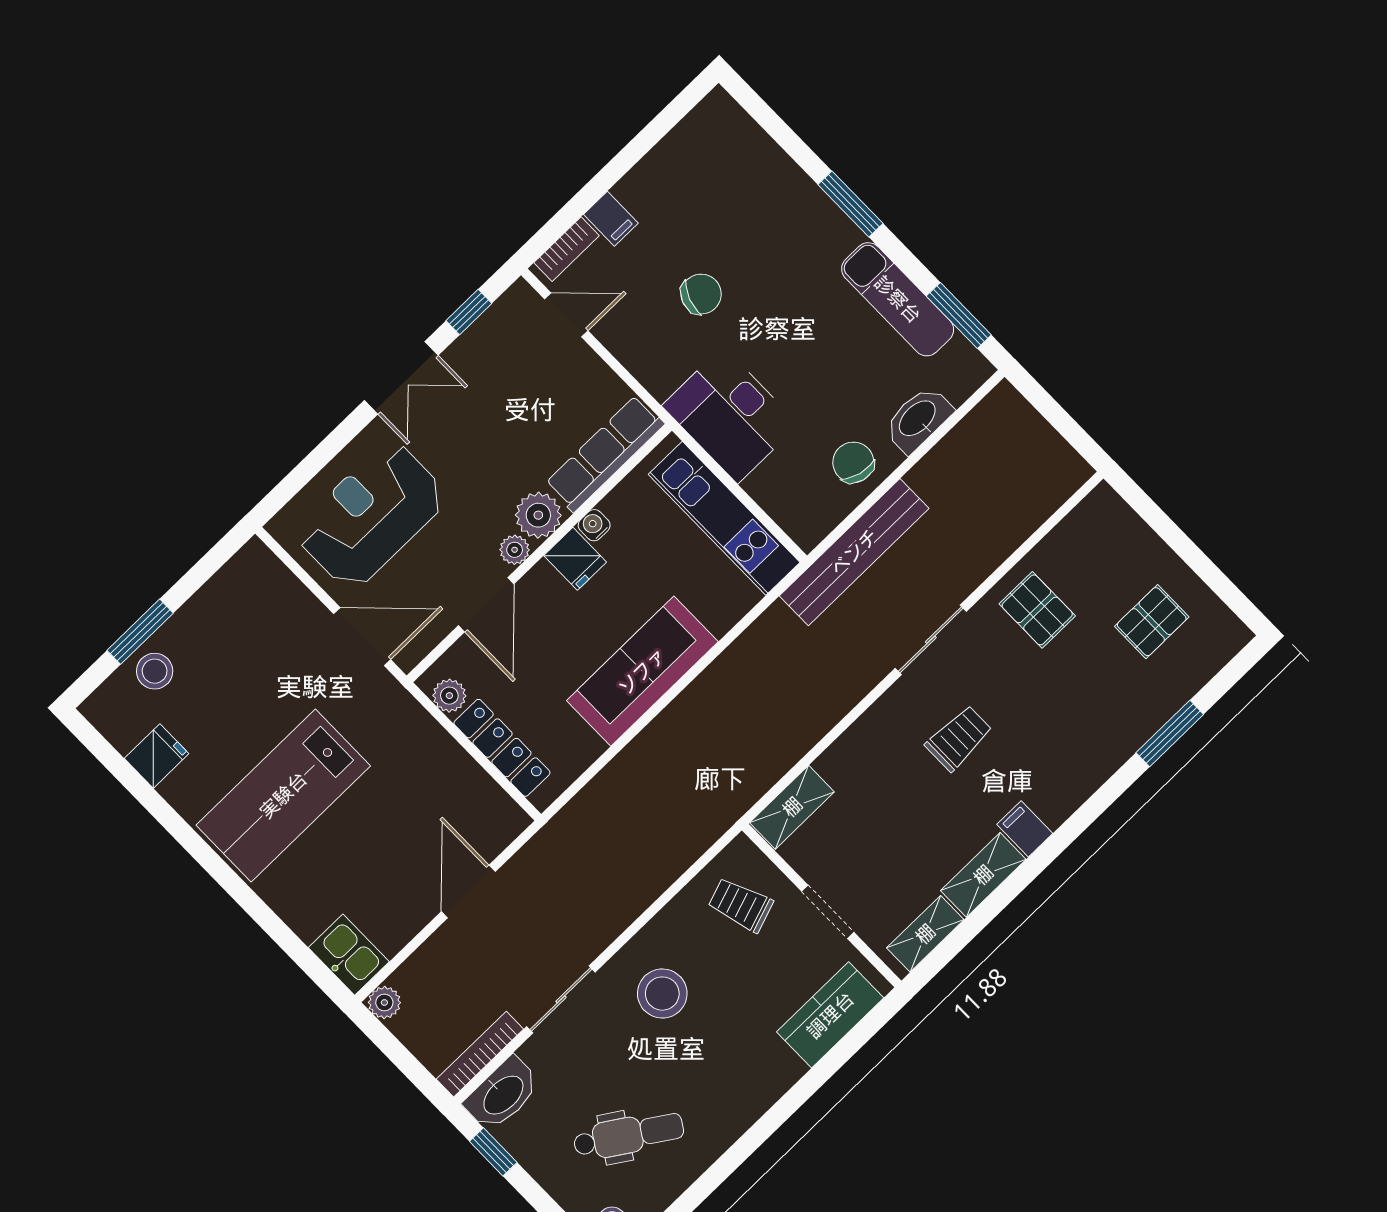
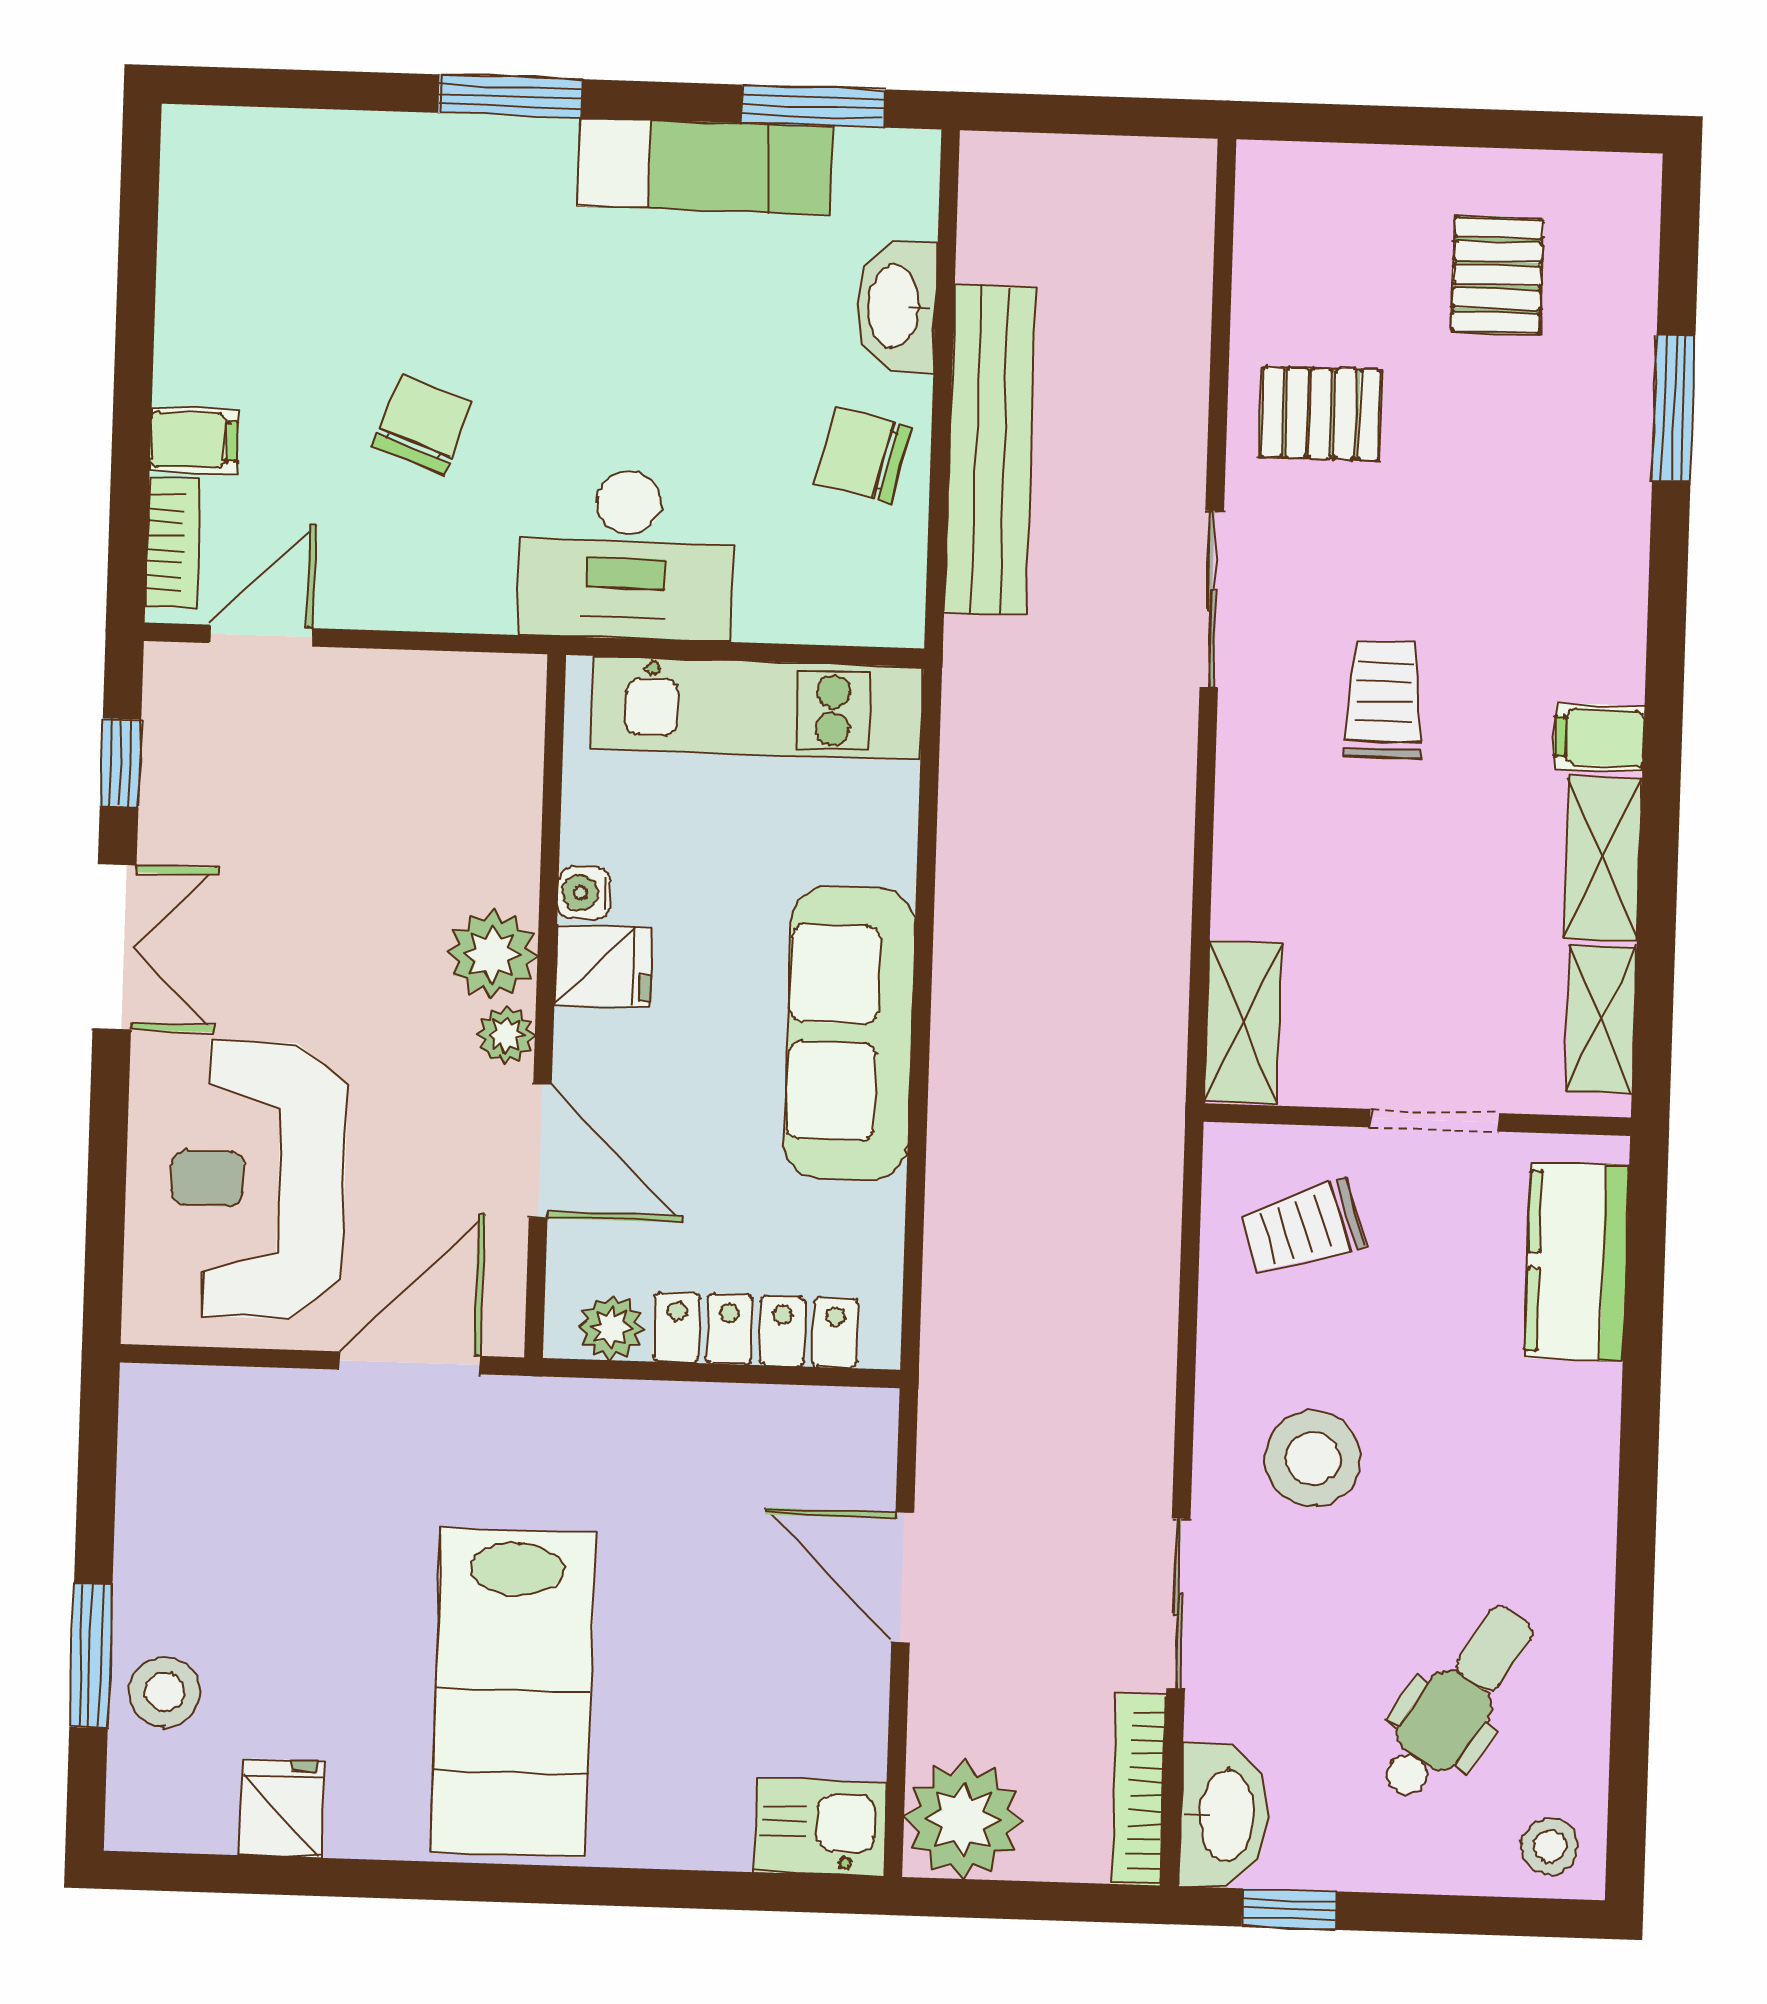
row of seats: (605, 454) -> (503, 778), removed
bench: (854, 552) -> (990, 450), moved
plant: (384, 1003) -> (963, 1820), width x1.88, depth x1.88

